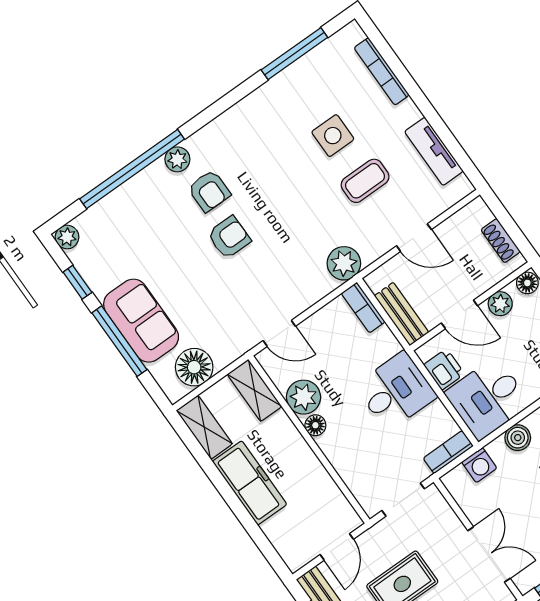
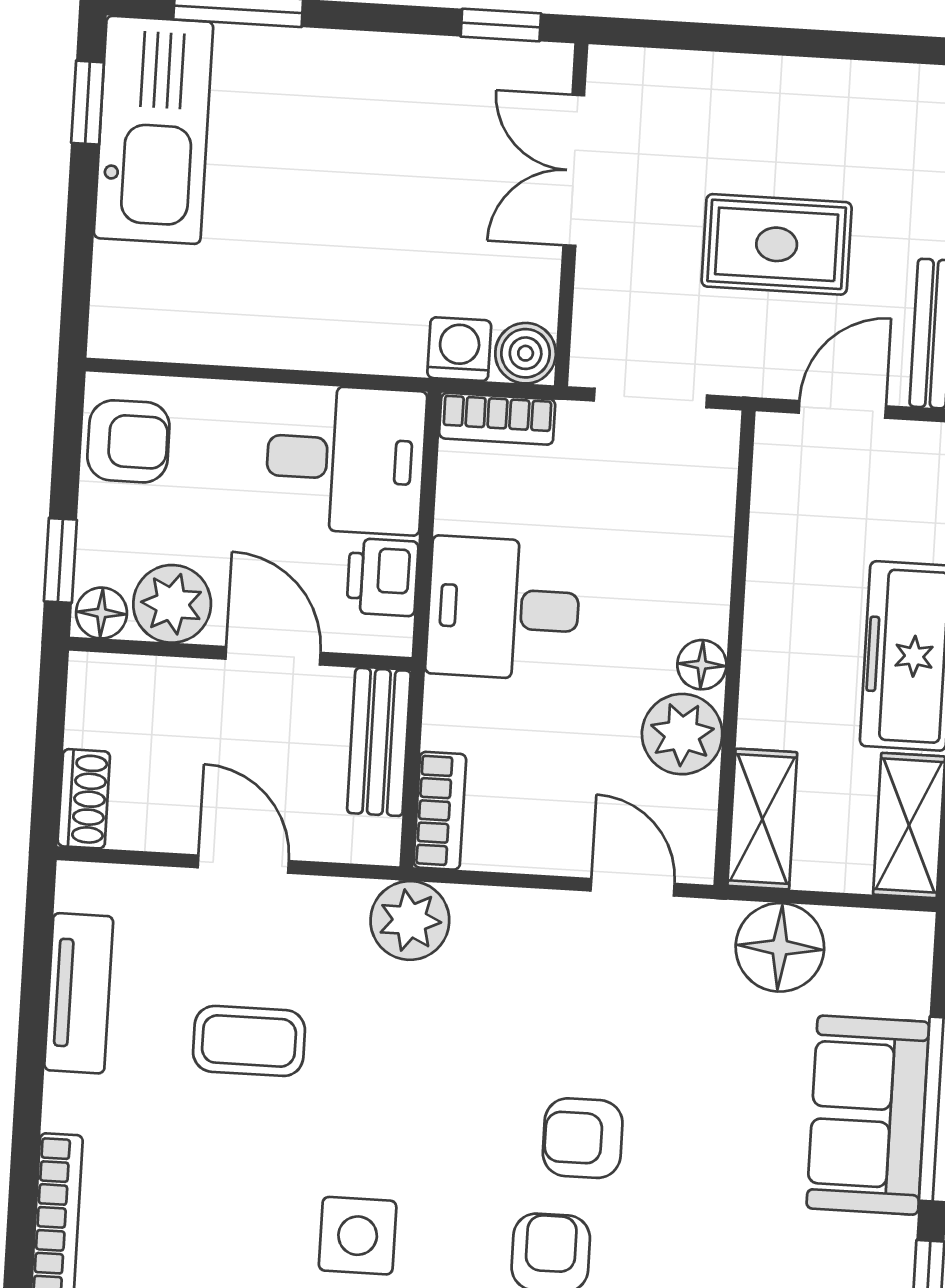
side table: (333, 136) -> (358, 1236), moved
shoe rack: (501, 241) -> (84, 799), moved
plant: (500, 304) -> (172, 604), width x1.38, depth x1.38
floor lamp: (194, 367) -> (780, 947), moved
boiler: (518, 438) -> (526, 353), moved

